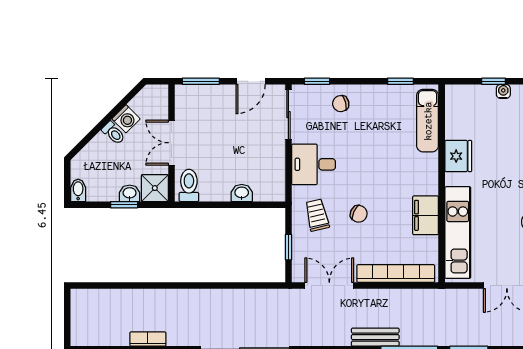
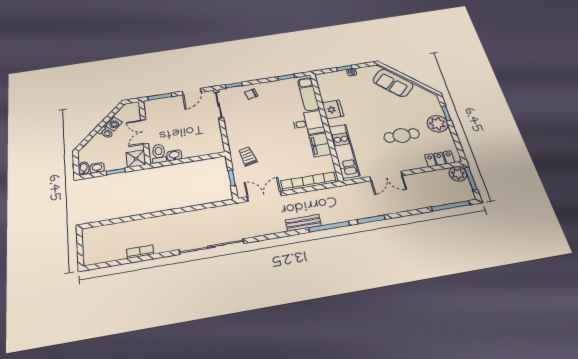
desk: (314, 164) -> (308, 123), moved, turned 180
washbasin: (130, 193) -> (97, 168), moved
washbasin: (242, 193) -> (174, 155), moved
chair: (359, 214) -> (275, 151), removed

